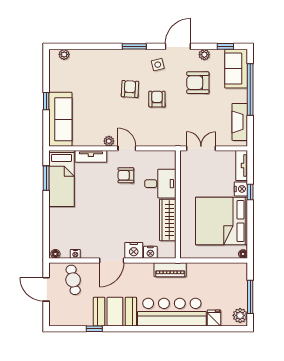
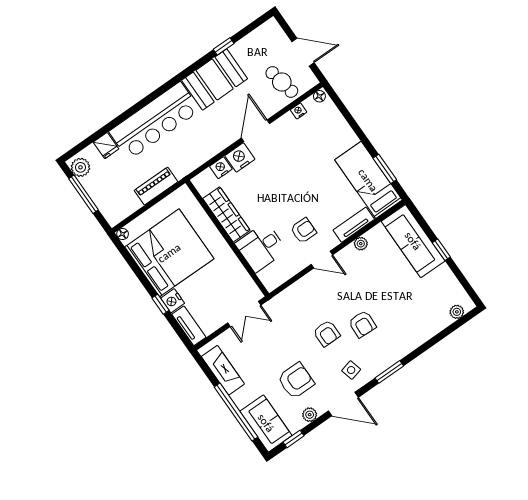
door: (178, 46) -> (343, 404), hinge flipped
plant: (109, 141) -> (361, 244), moved
piano: (170, 270) -> (156, 186), moved

